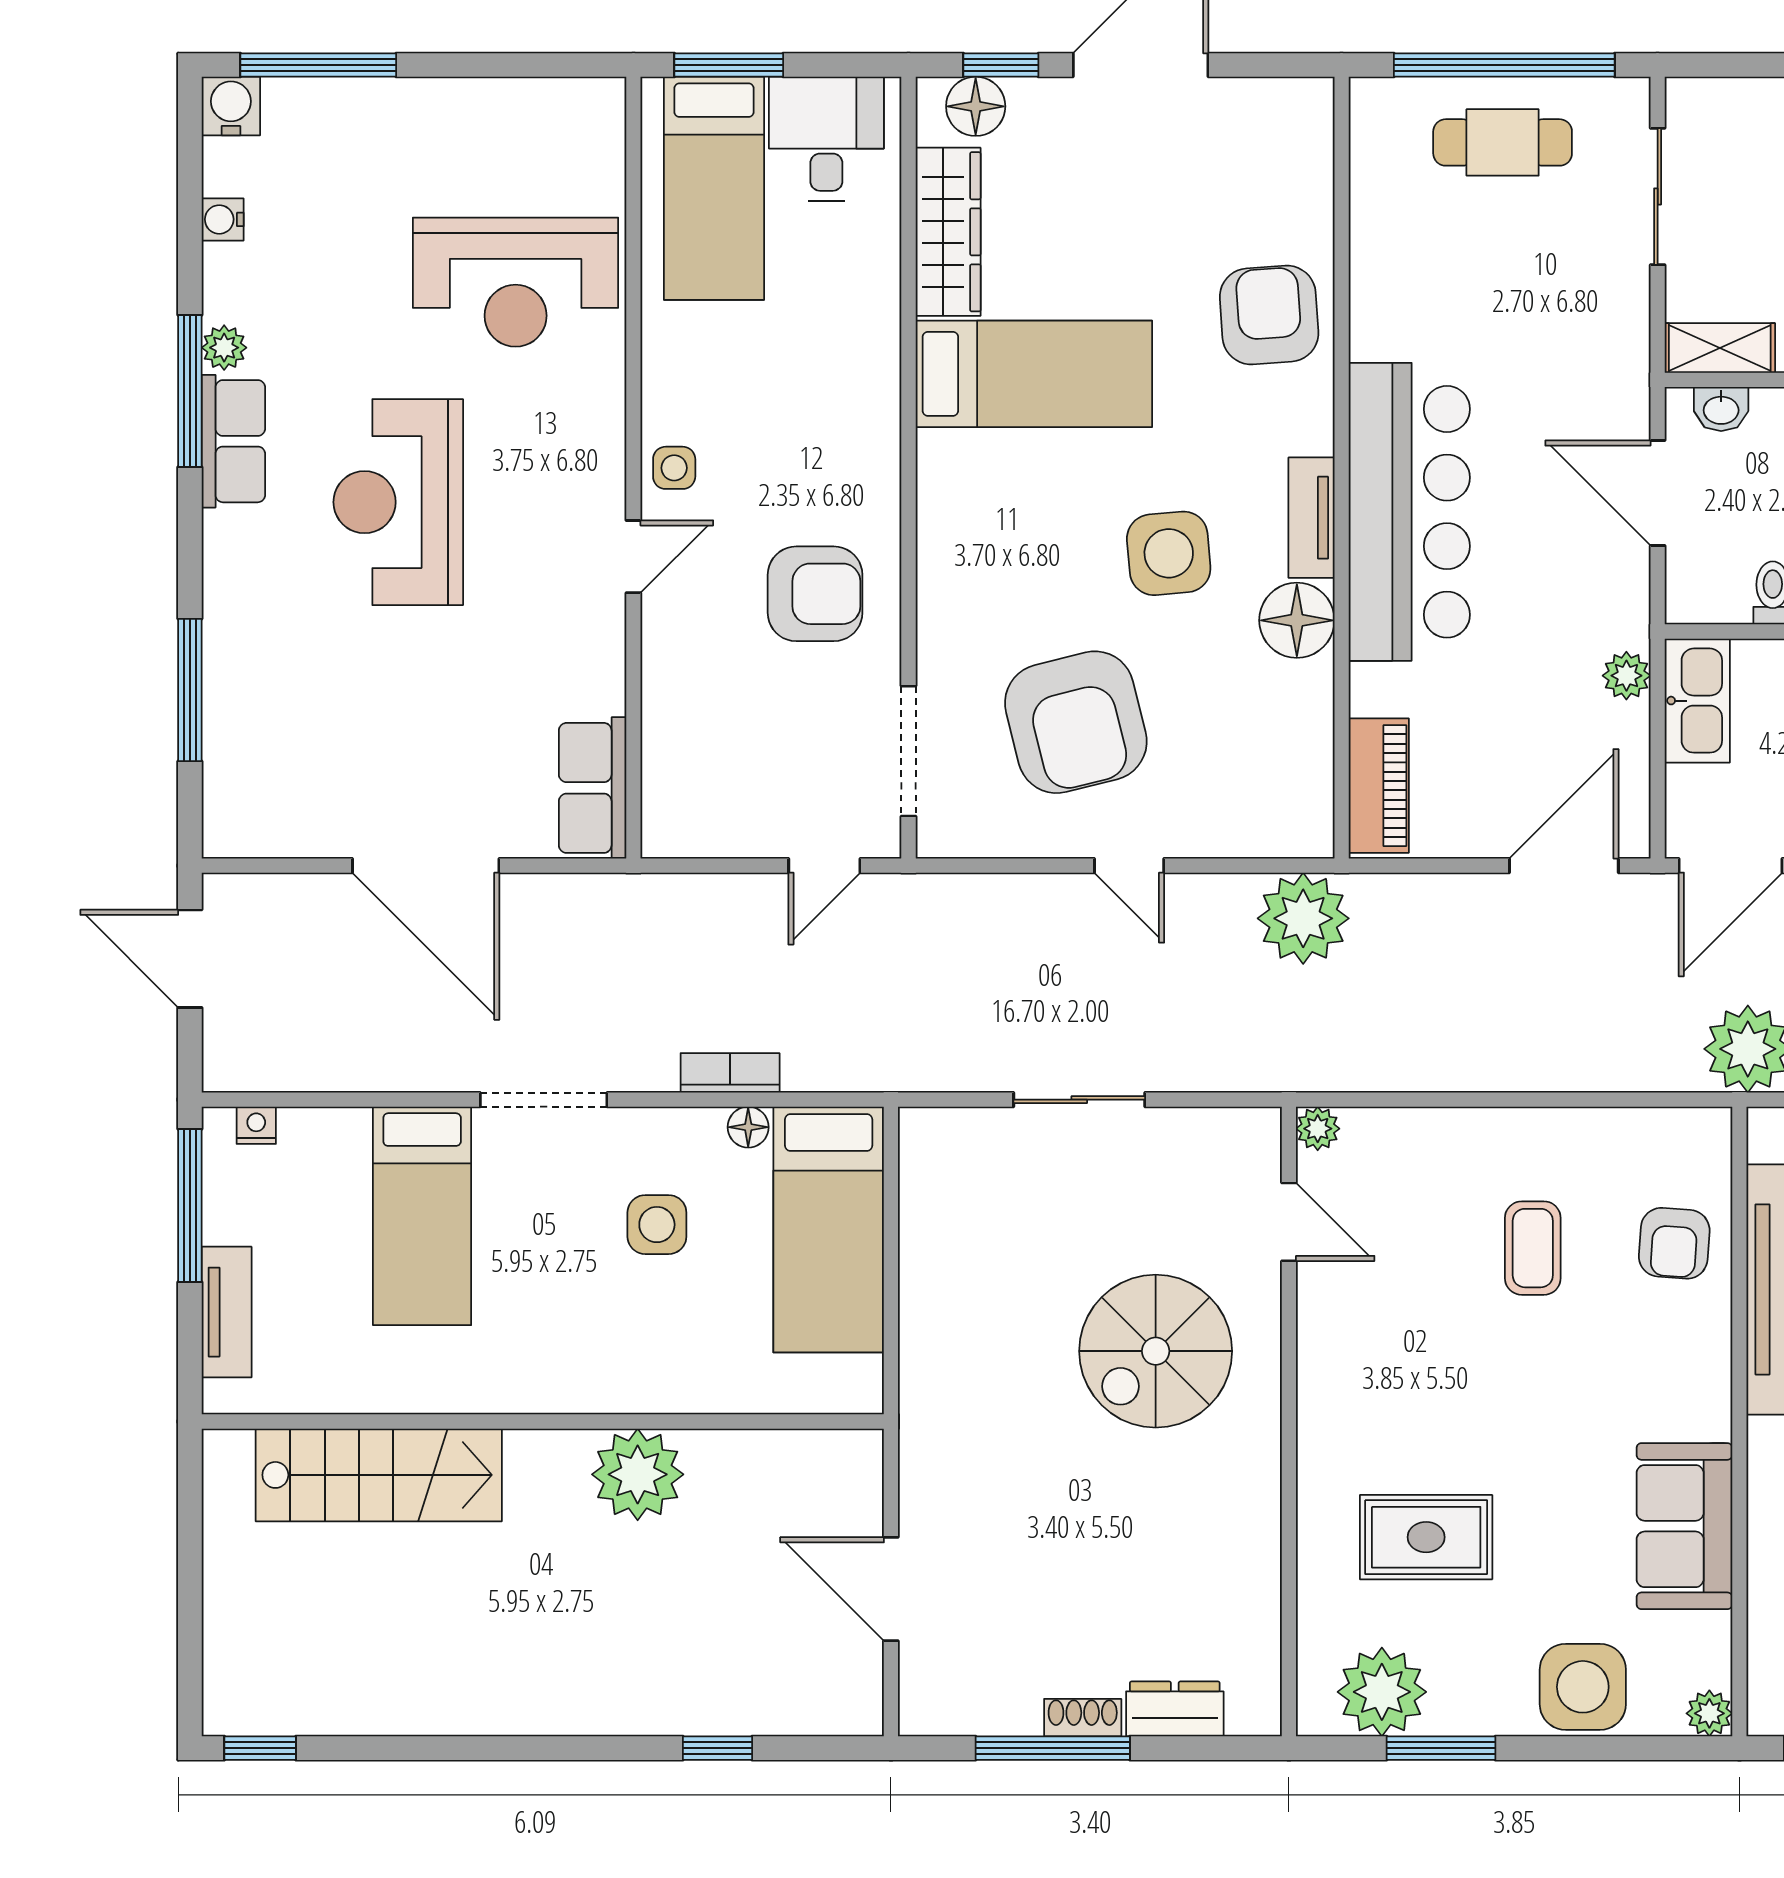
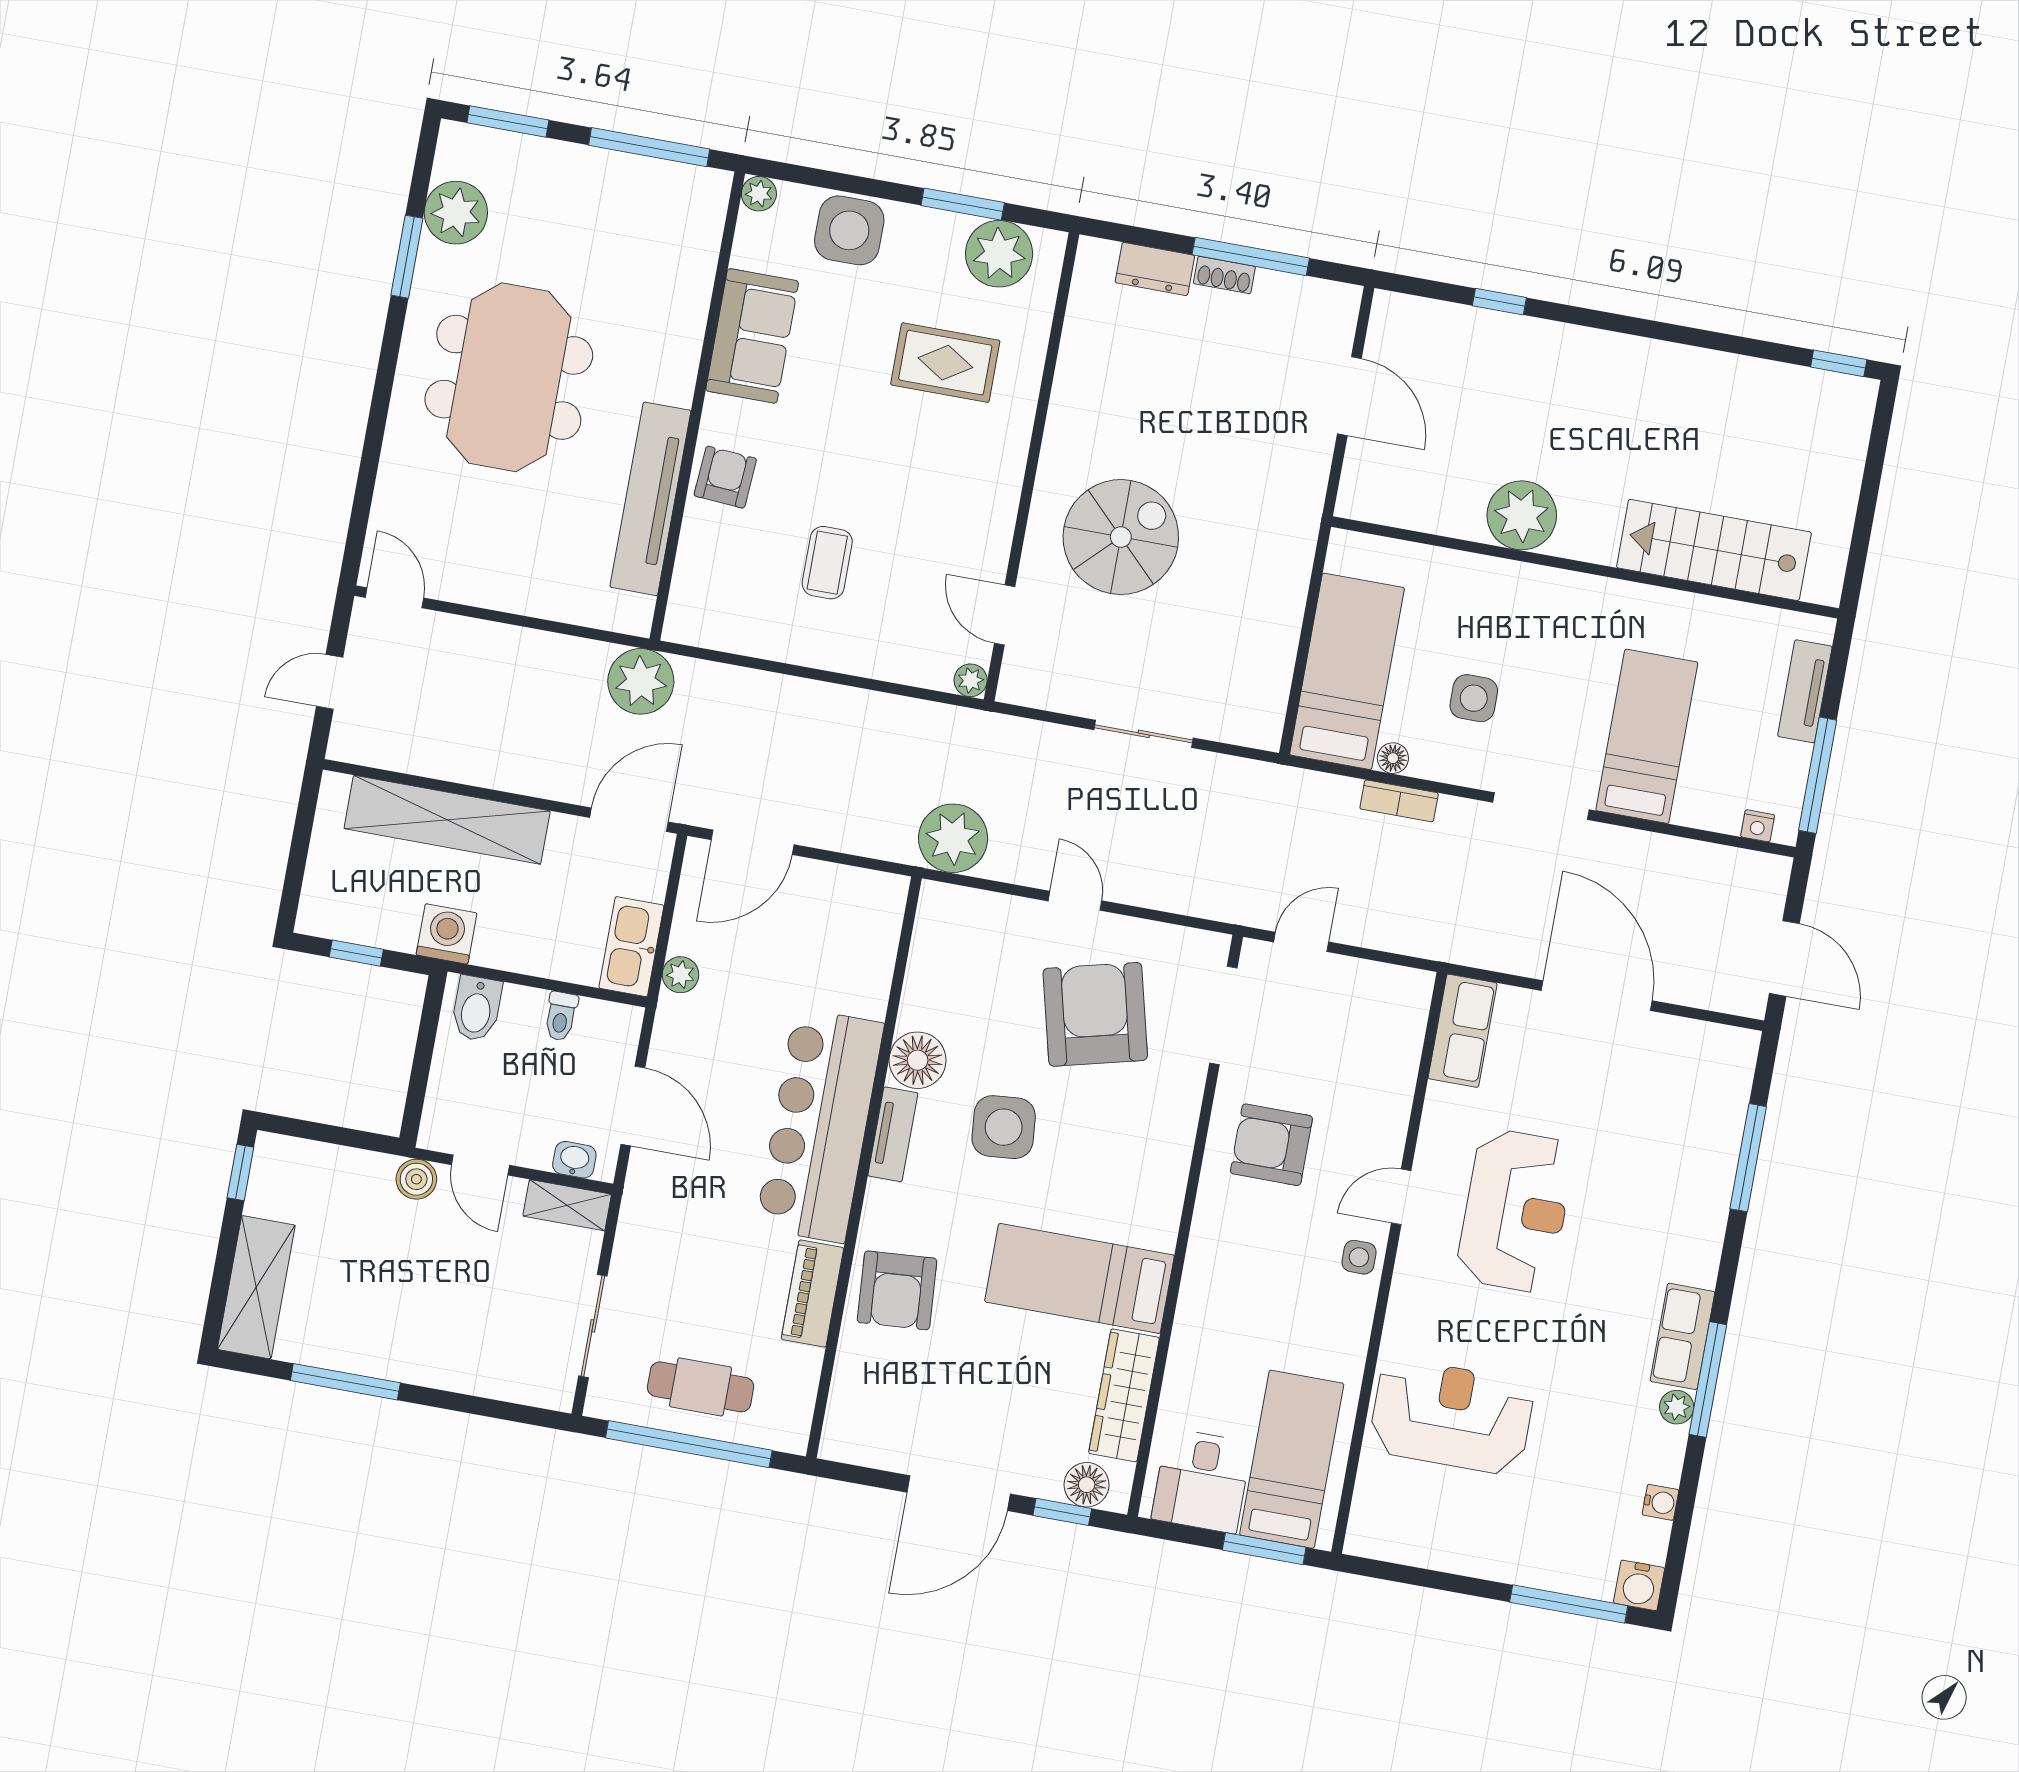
reception desk: (398, 502) -> (1515, 1211), moved
piano: (1379, 786) -> (812, 1294), moved
armchair: (1674, 1243) -> (725, 477), moved

